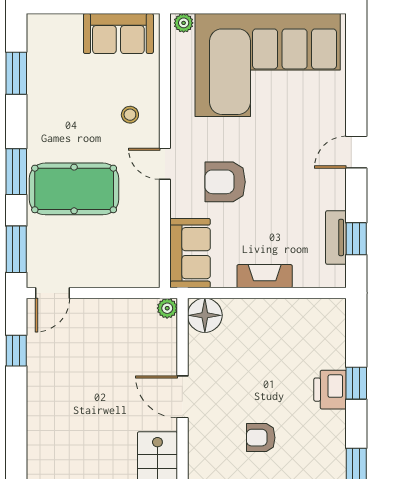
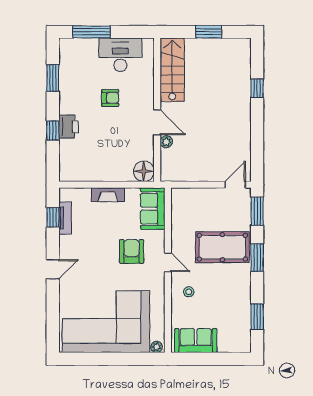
armchair: (225, 182) -> (132, 251), turned -90
plant: (167, 308) -> (166, 142), moved
window: (16, 351) -> (257, 88), moved

